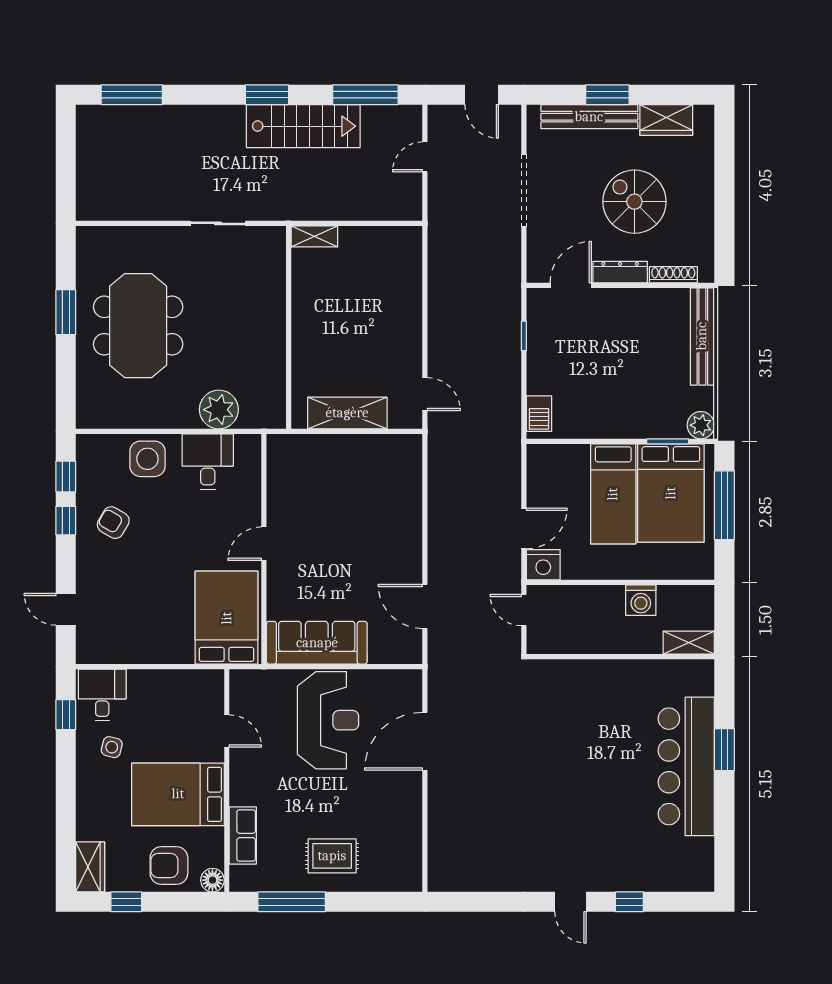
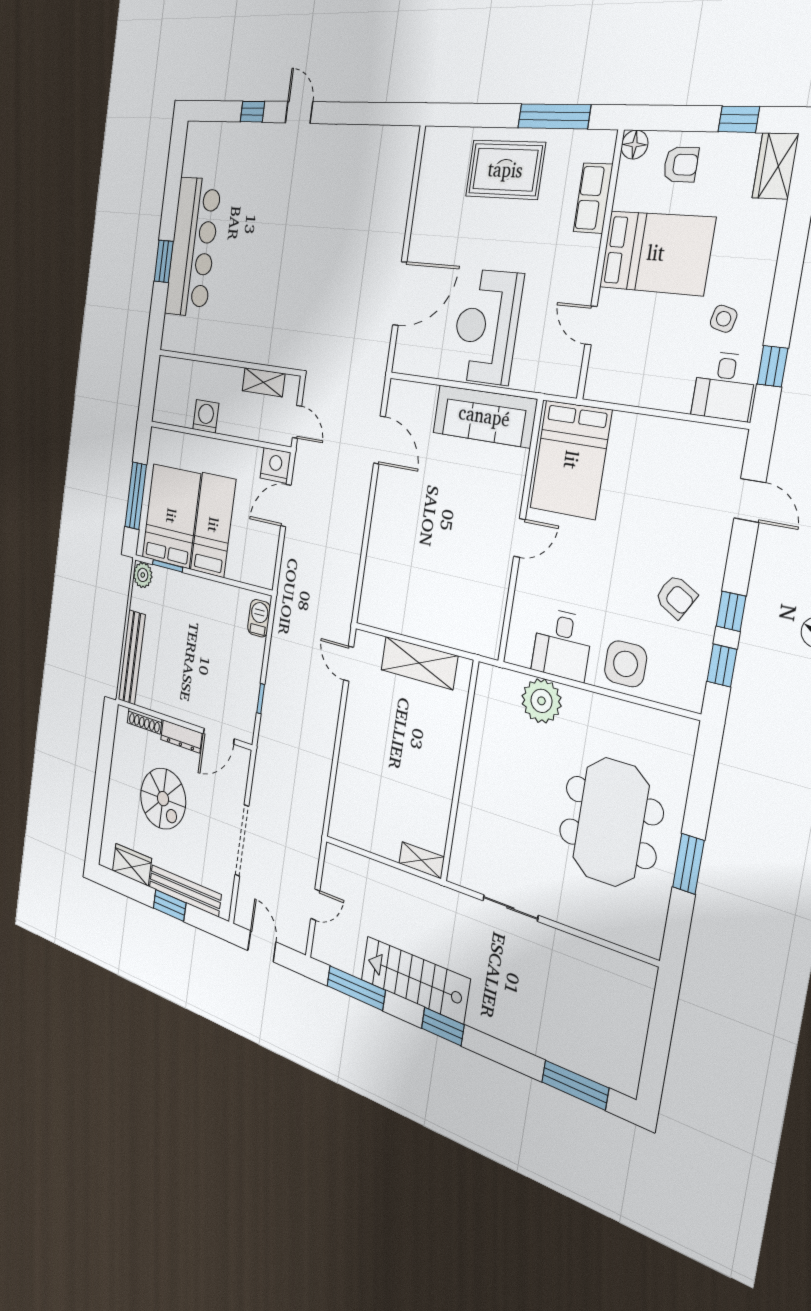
shelving: (689, 643) -> (264, 382), moved
rug: (332, 856) -> (505, 170), width x1.36, depth x1.43
armchair: (169, 866) -> (681, 165), width x0.72, depth x0.72

